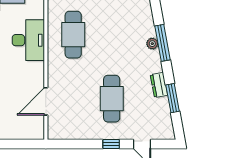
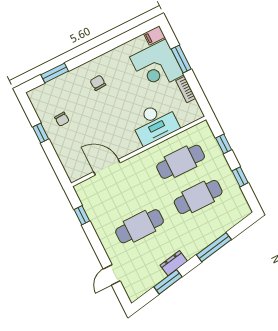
cafe table: (112, 35) -> (198, 197), added
plant: (152, 44) -> (209, 238), removed
window: (111, 144) -> (82, 215), moved

